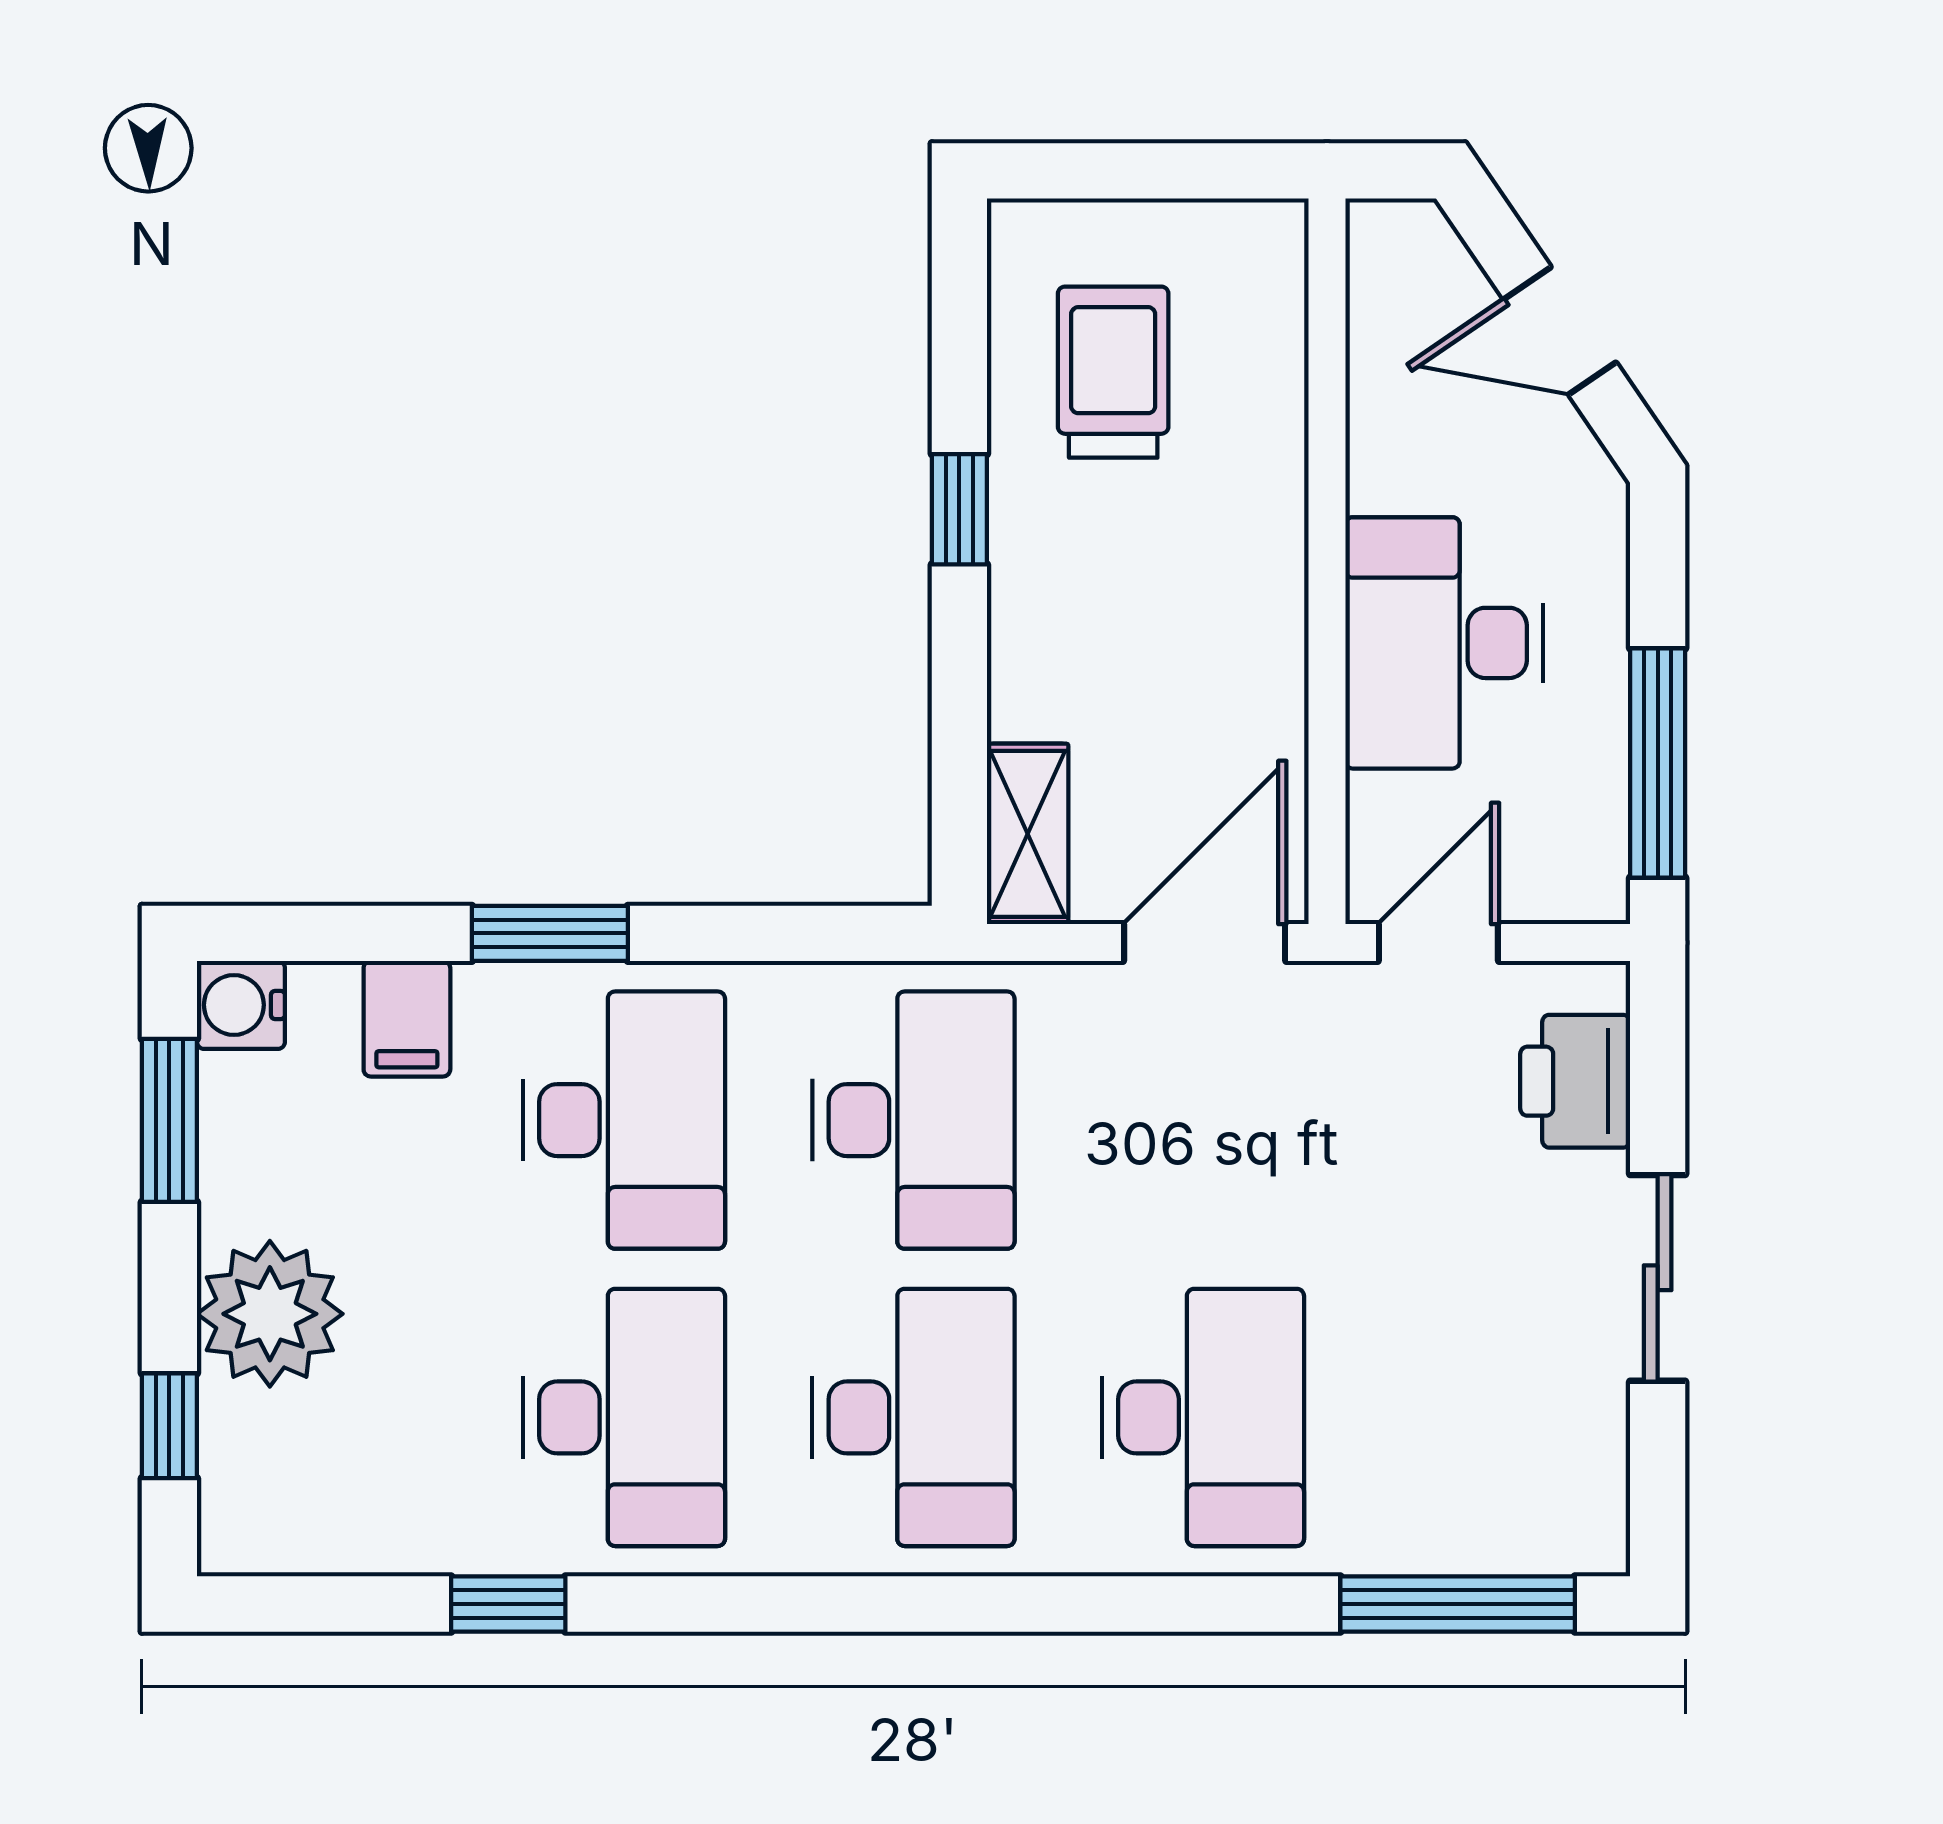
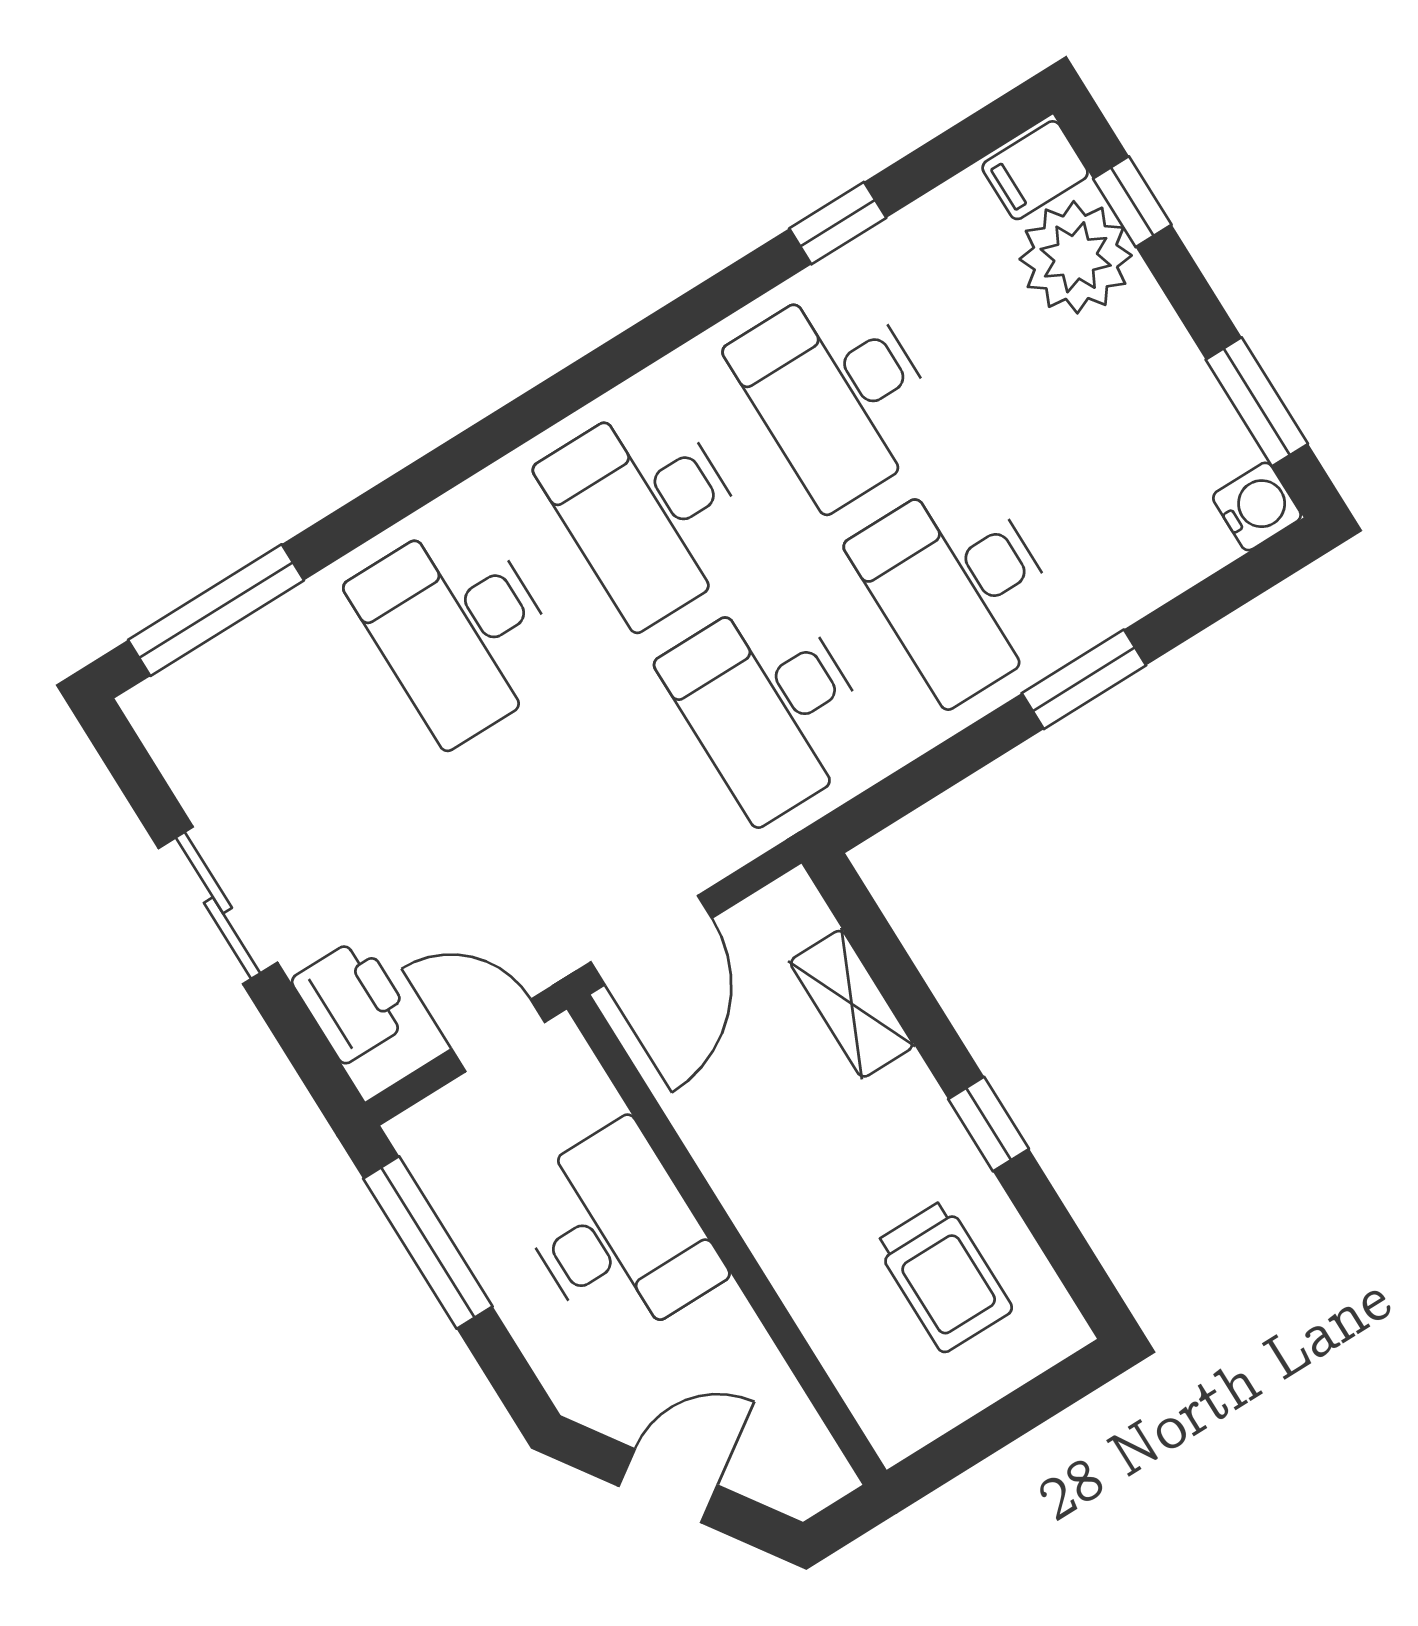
shelving: (1028, 834) -> (852, 1004), moved
door: (1438, 943) -> (498, 1036), swing flipped
filing cabinet: (407, 1019) -> (1035, 170), moved, turned -90
plant: (270, 1314) -> (1076, 257), moved

